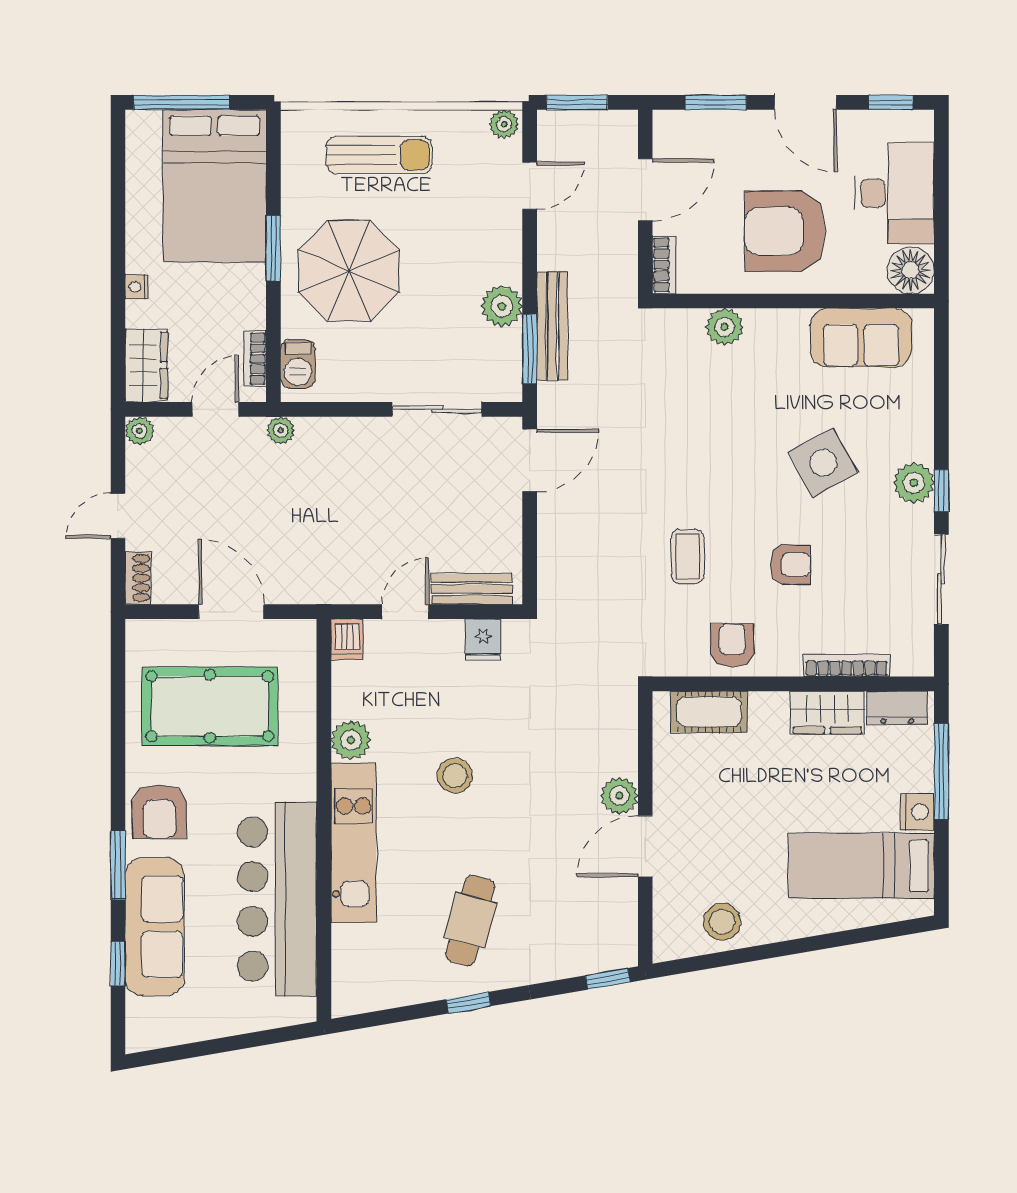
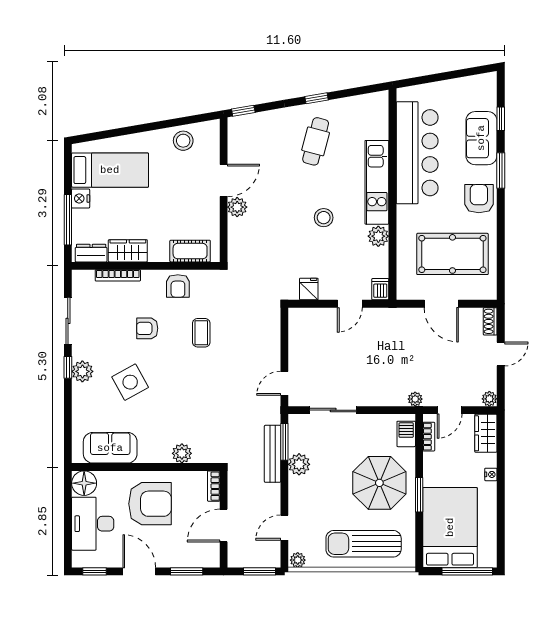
sun lounger: (379, 155) -> (364, 544), width x1.36, depth x1.34
door: (530, 460) -> (284, 383), width x0.73
bench: (472, 589) -> (315, 316), removed
sofa: (155, 927) -> (481, 138), width x0.73

